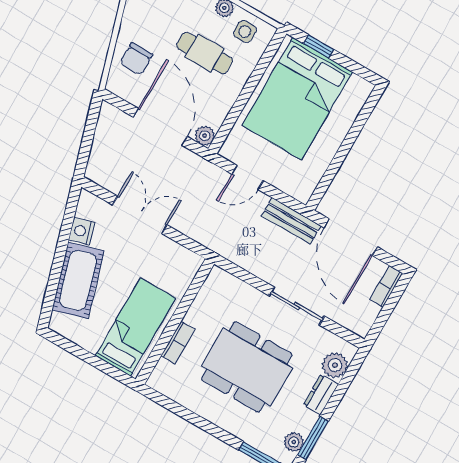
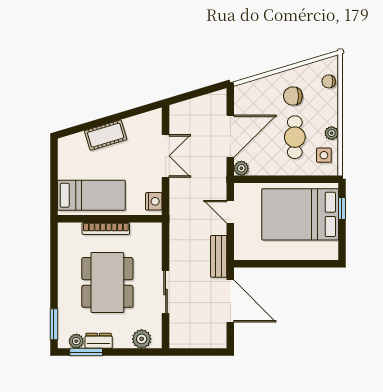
chair: (136, 59) -> (293, 96), moved
nightstand: (82, 231) -> (154, 201), moved, turned 107
door: (351, 237) -> (230, 301), swing flipped
cot: (78, 280) -> (106, 135), width x0.73, depth x0.75
bookcase: (386, 286) -> (212, 343), removed
bookcase: (178, 342) -> (106, 228), width x1.56
dresser: (321, 395) -> (99, 341), moved

